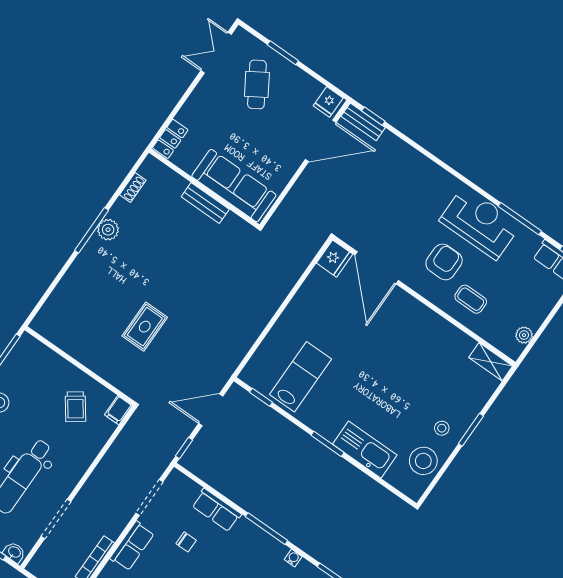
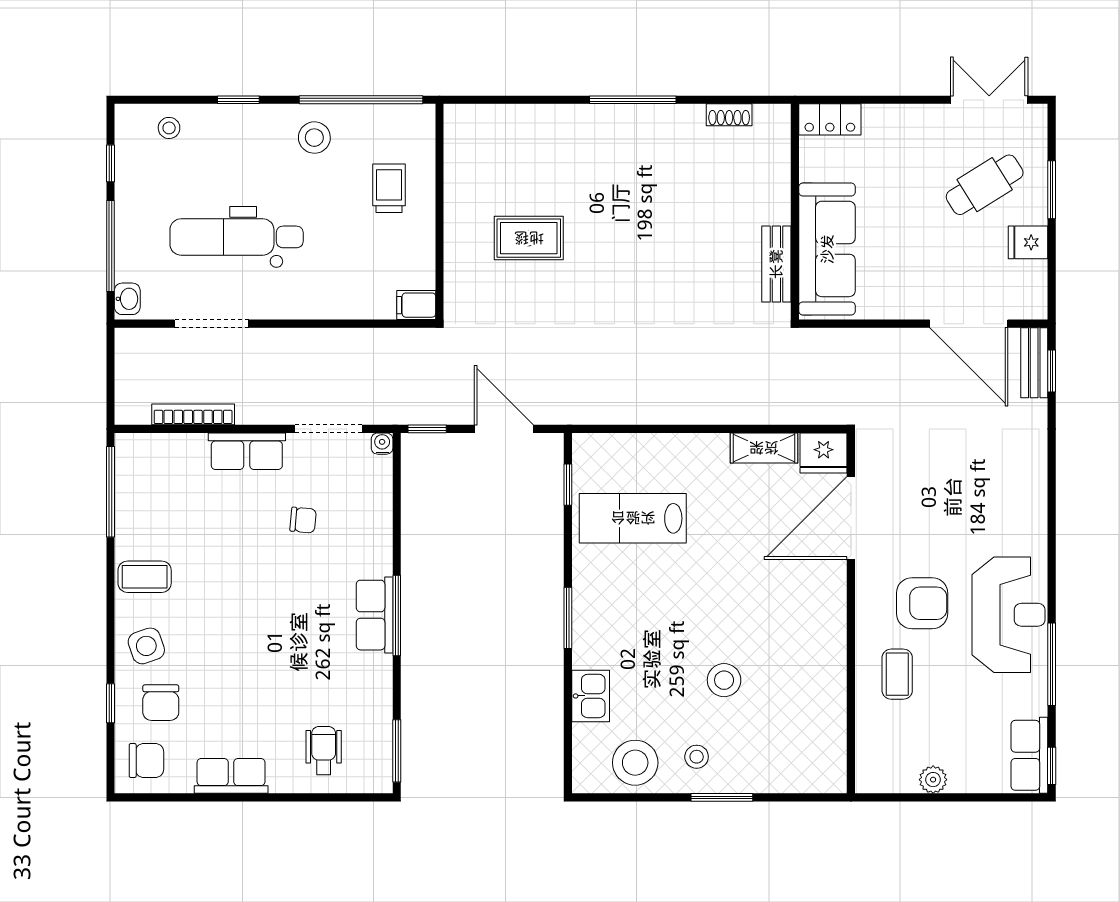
fridge: (328, 102) -> (1028, 242), moved
bench: (205, 203) -> (776, 264), moved
plant: (108, 230) -> (649, 121), removed
rug: (145, 327) -> (529, 238), moved
plant: (524, 335) -> (933, 780), moved
shelving: (491, 362) -> (764, 448), moved, turned 90
lab bench: (300, 377) -> (633, 518), turned 180
stool: (413, 388) -> (724, 680), added
trolley: (75, 407) -> (389, 188), moved, turned 126
kitchen sink: (365, 450) -> (591, 696), width x0.53, depth x0.81
row of seats: (217, 510) -> (375, 615), moved
chair: (186, 542) -> (303, 520), turned -85
water cooler: (293, 558) -> (382, 444), moved, turned -90

